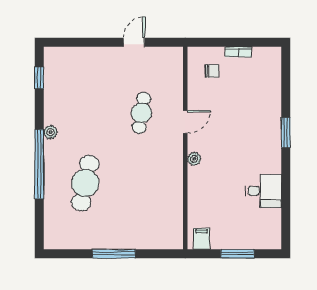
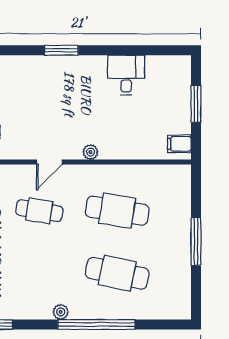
door: (185, 122) -> (49, 162), swing flipped
cafe table: (141, 183) -> (117, 211), added

